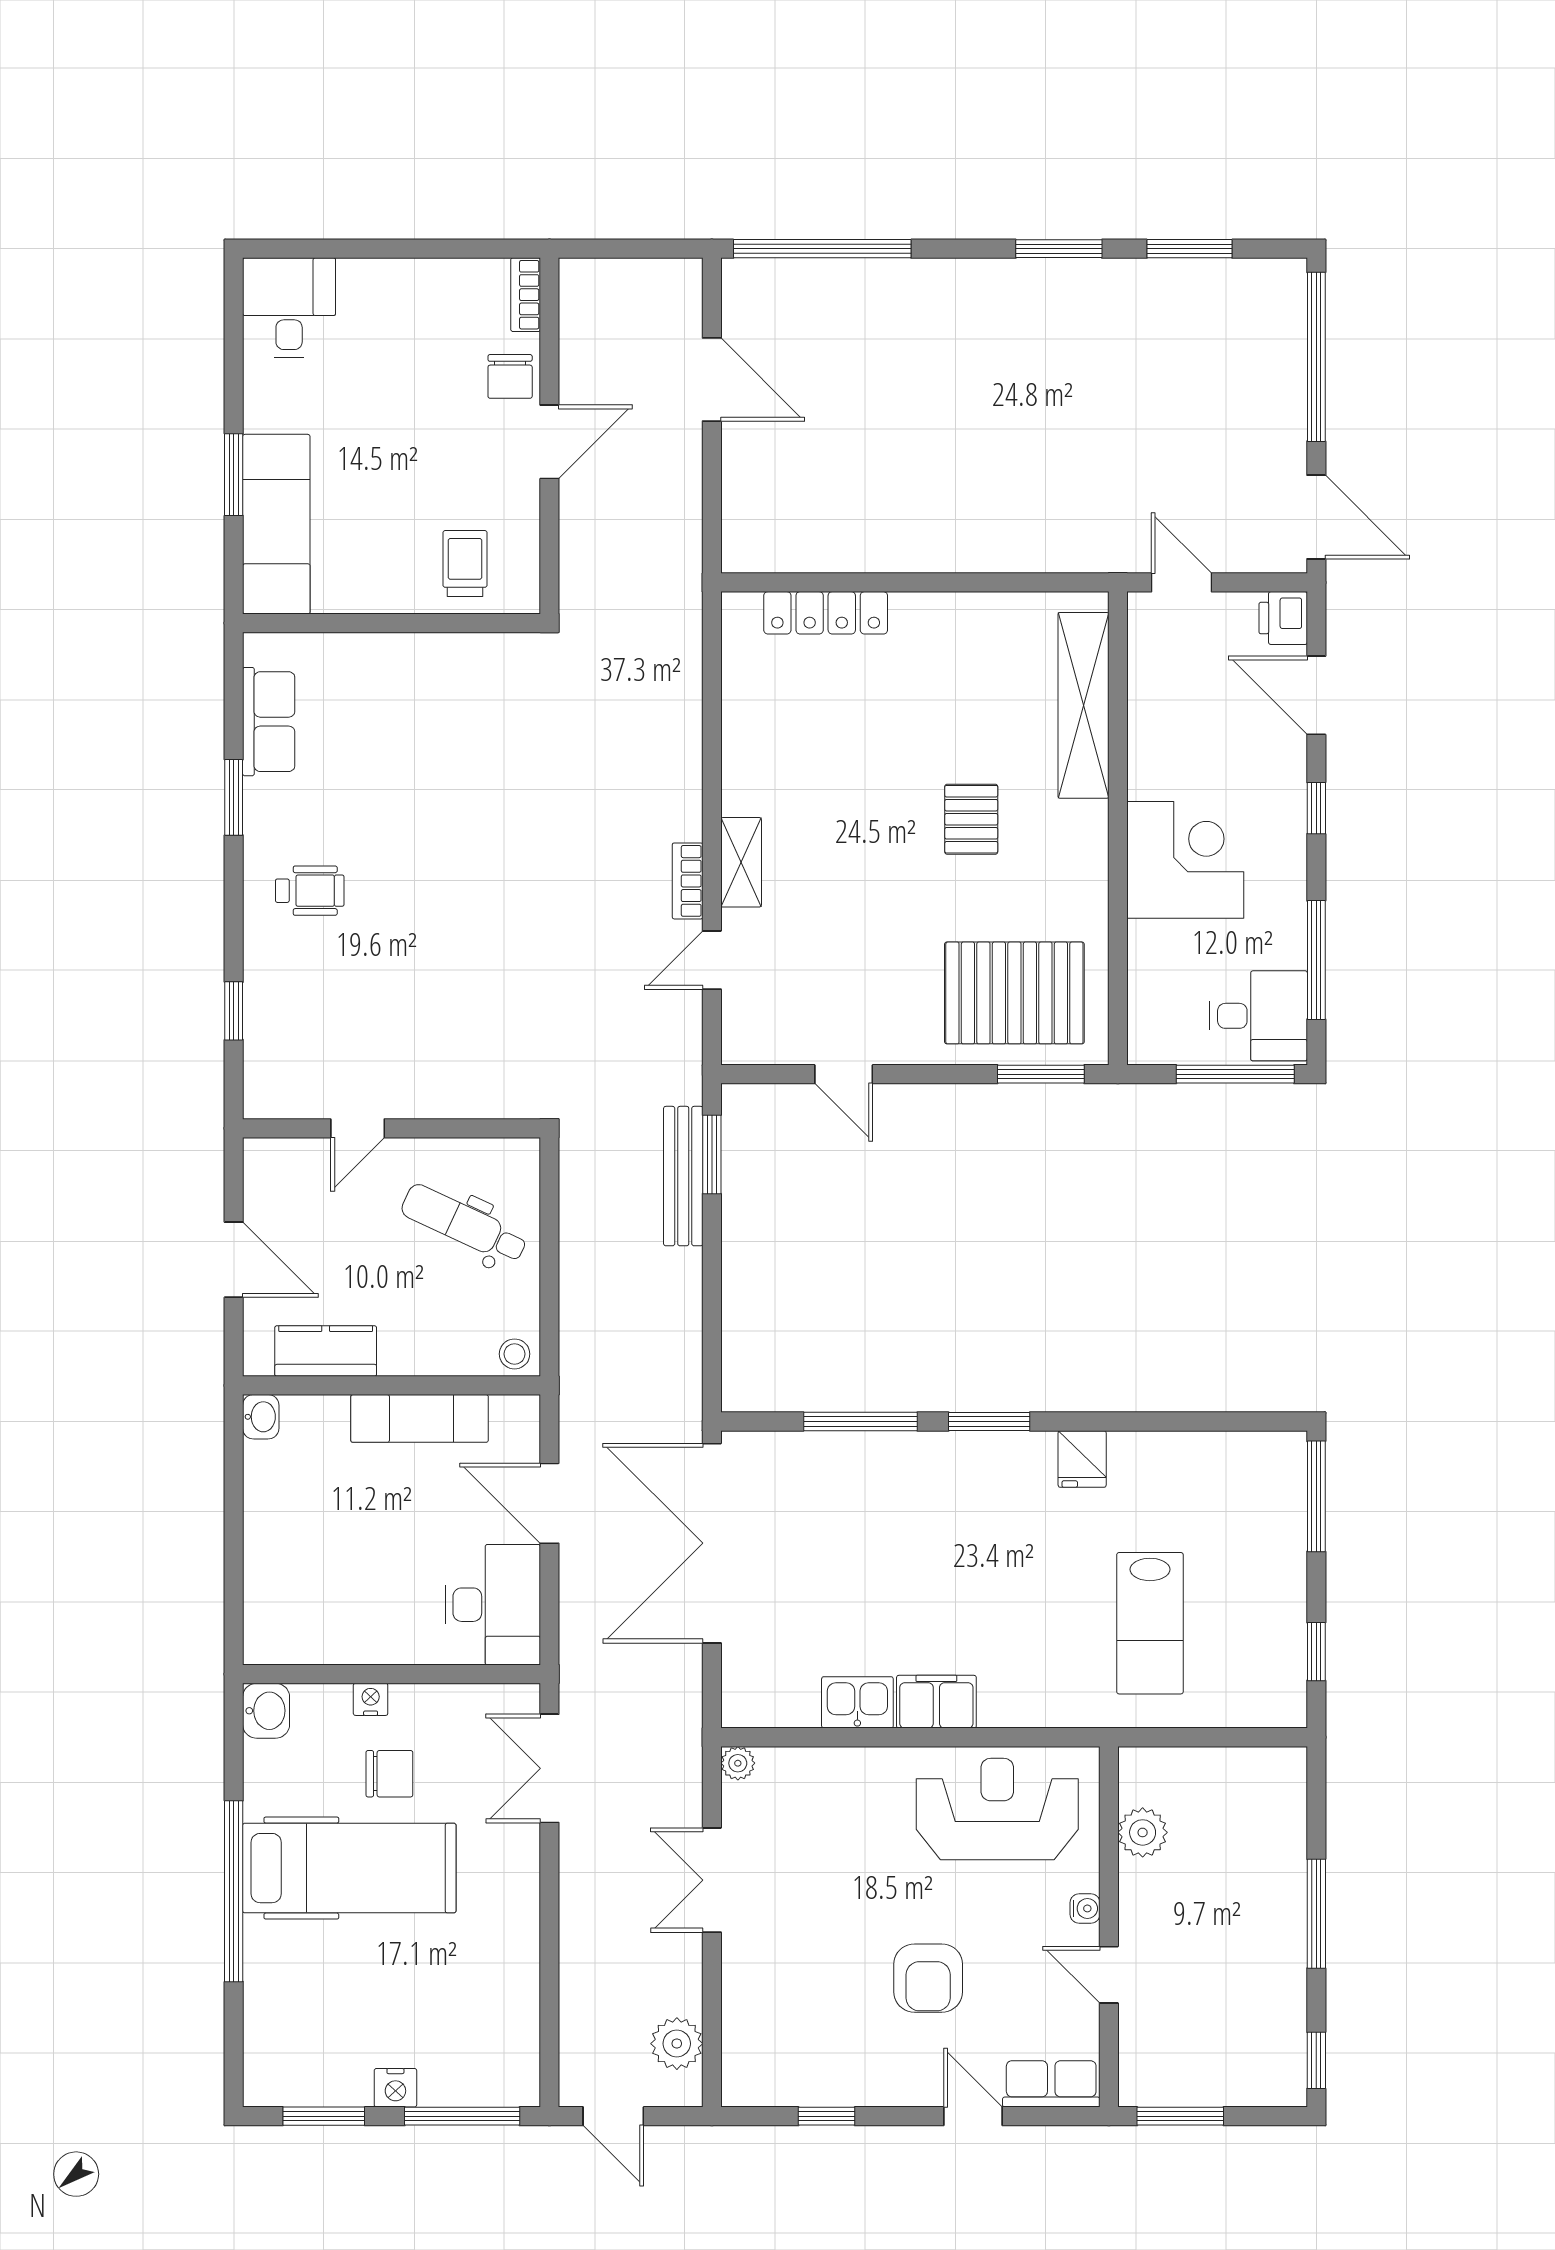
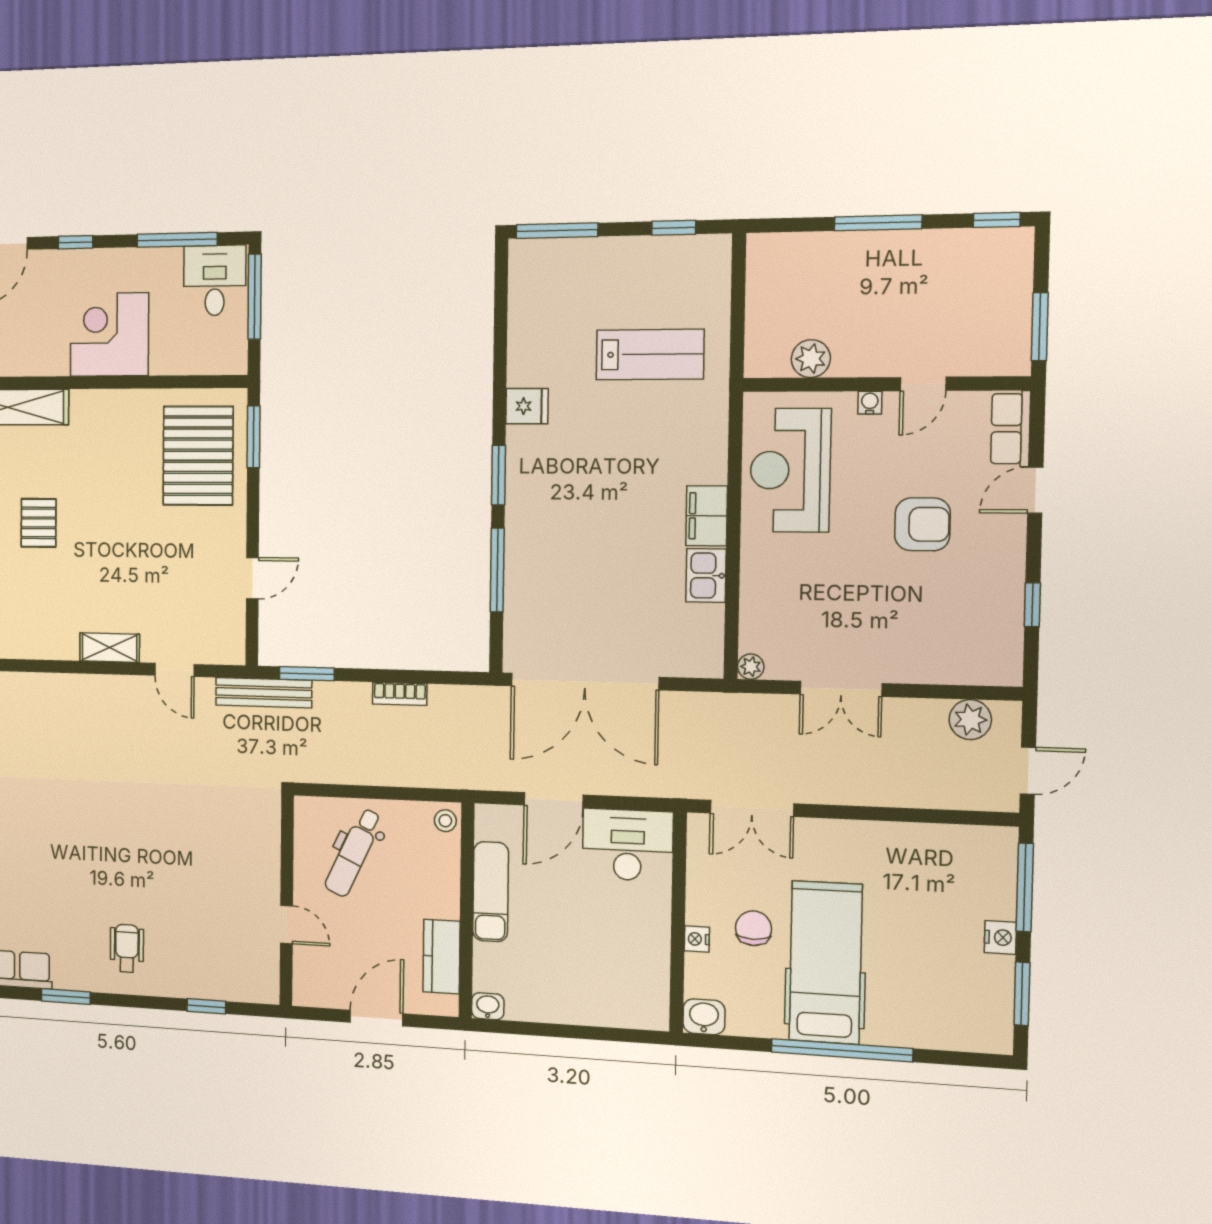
pallet: (971, 819) -> (39, 523), moved, turned 90
bookcase: (688, 881) -> (400, 694), moved
bench: (683, 1176) -> (264, 693), moved

